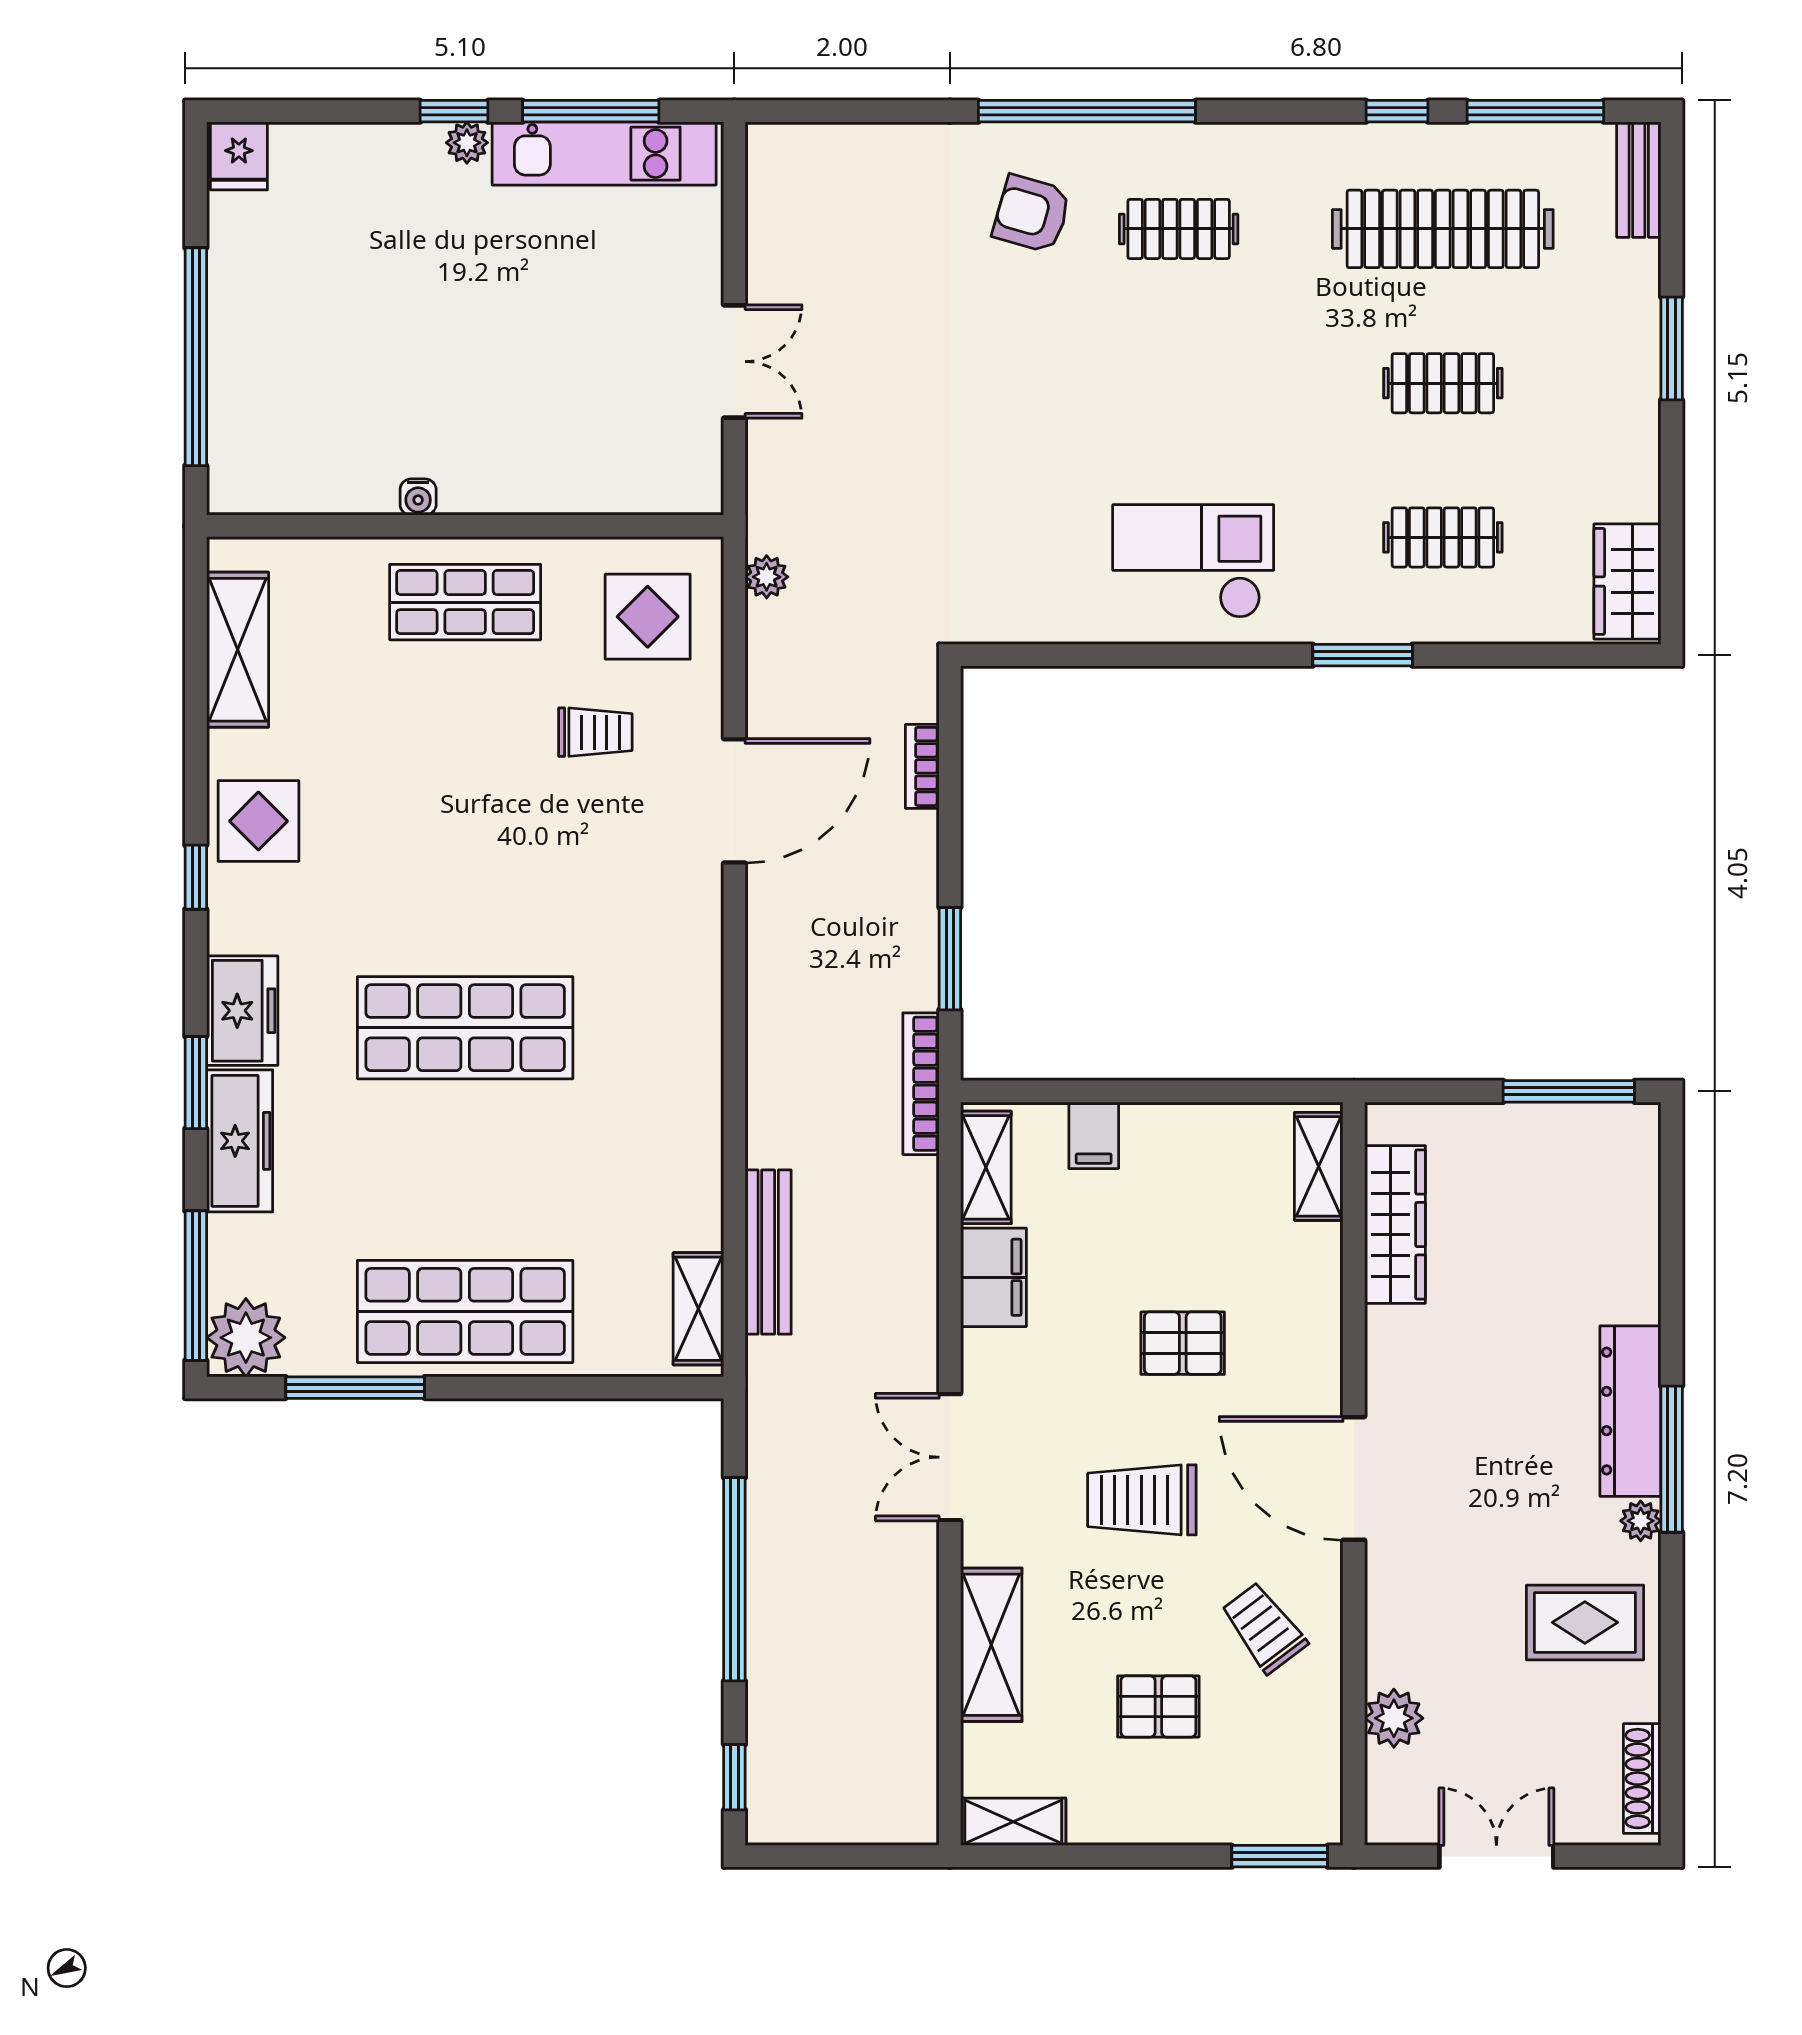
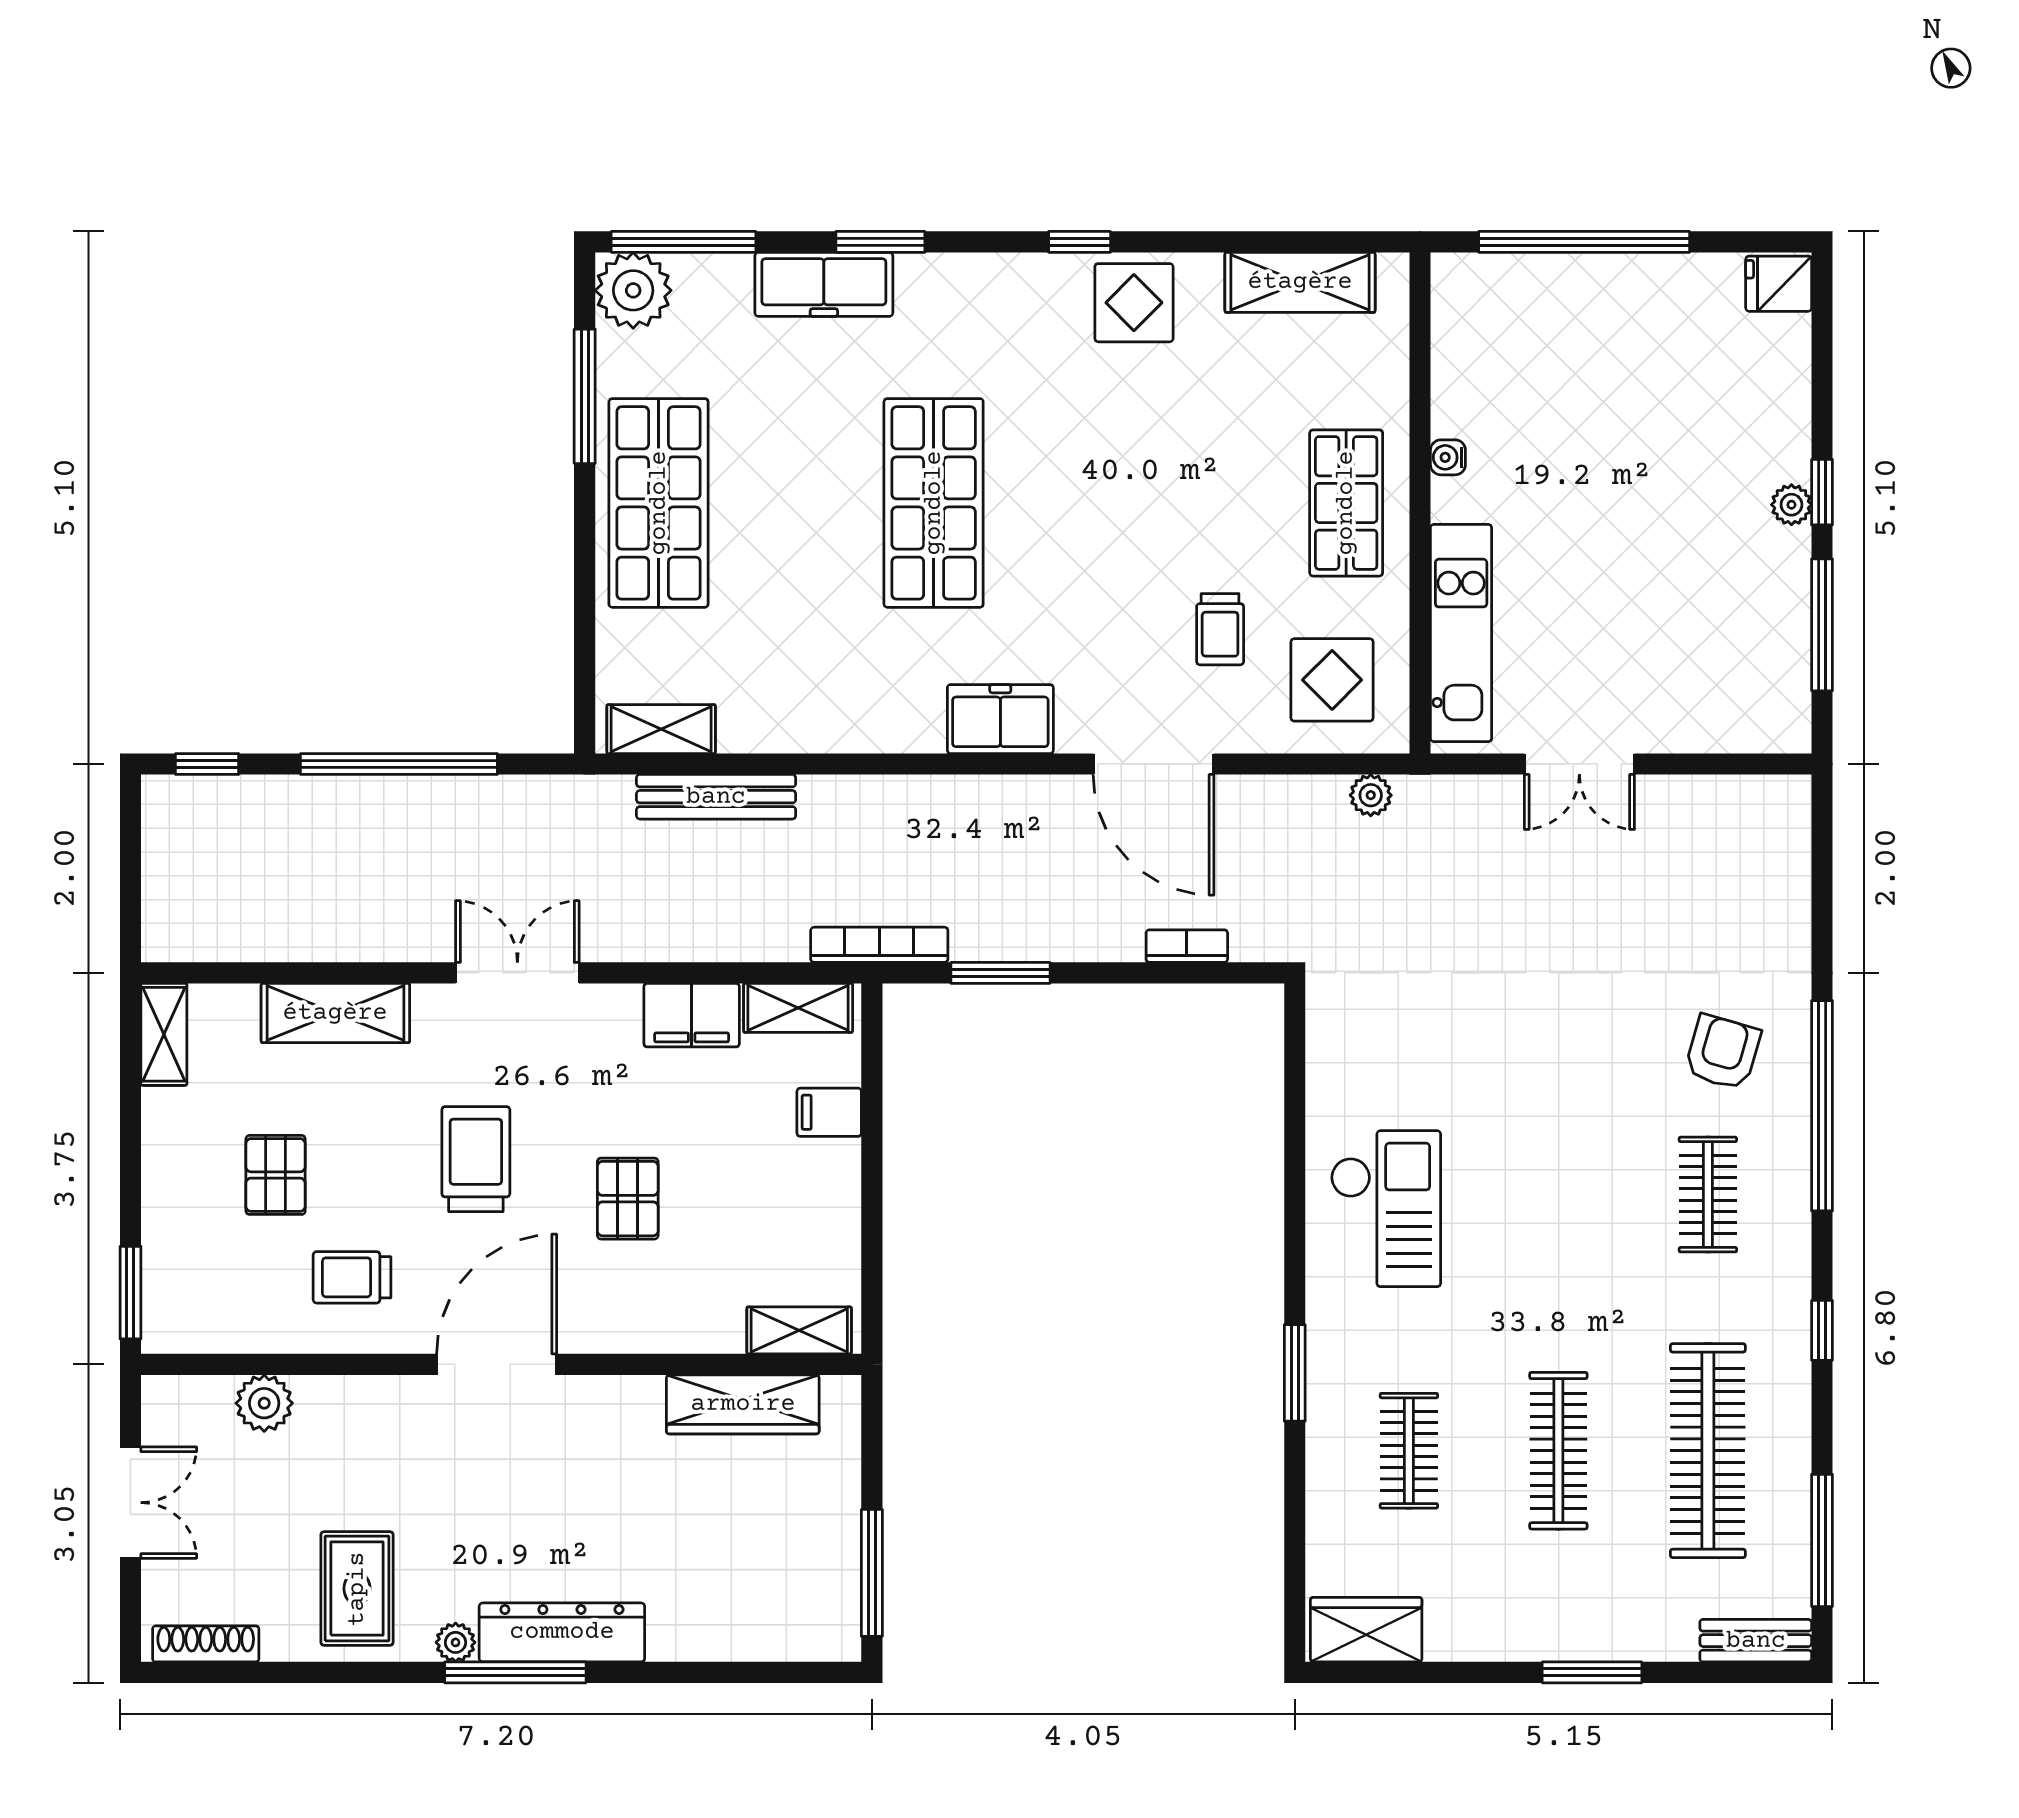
window: (1397, 111) -> (1822, 1330), moved
kitchen unit: (604, 154) -> (1461, 633), moved, turned 180
clothes rail: (1443, 383) -> (1558, 1451), width x1.36
freezer: (242, 1011) -> (1000, 719), moved, turned 180
trolley: (1264, 1628) -> (352, 1277), turned -143

